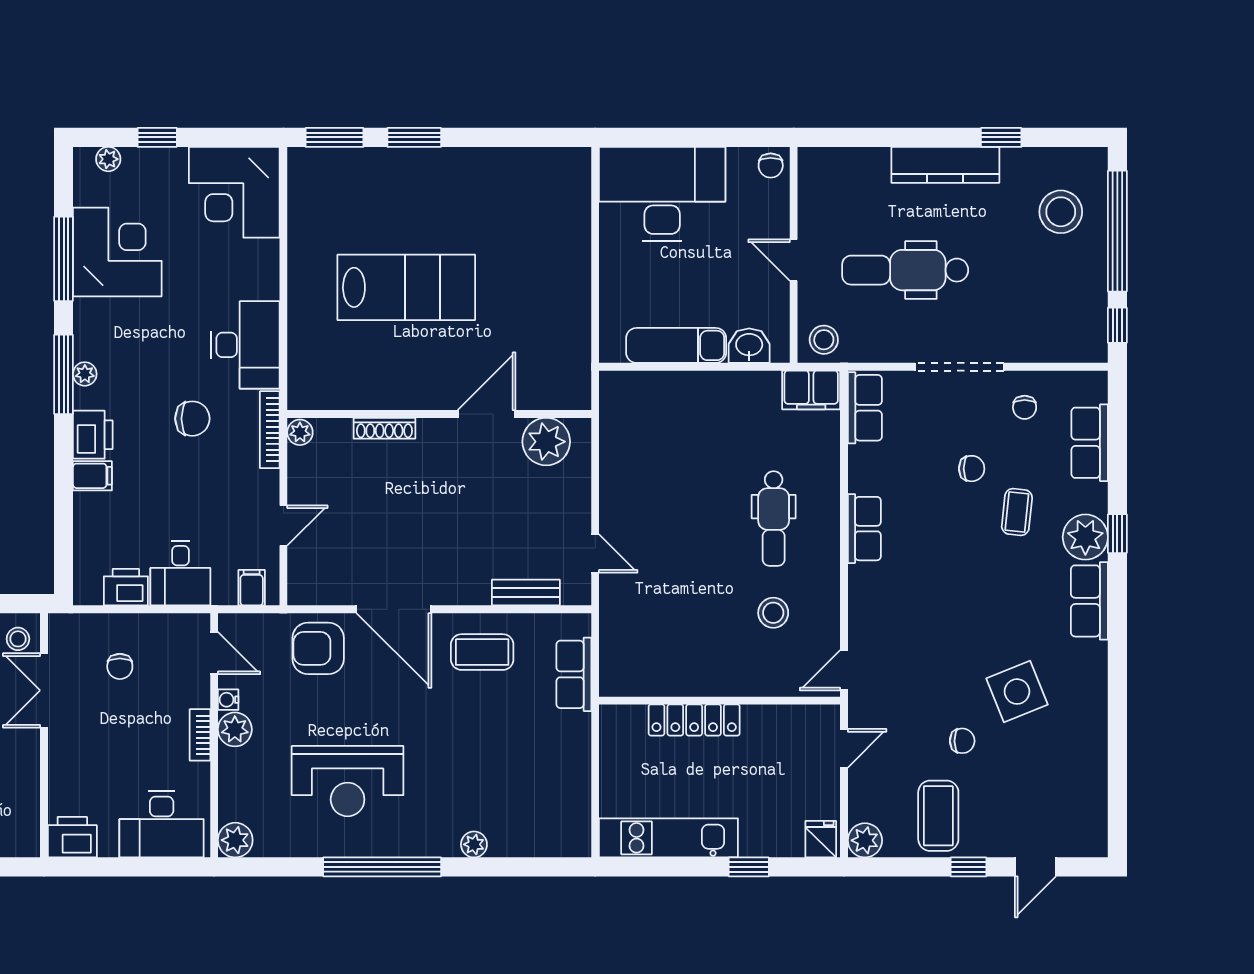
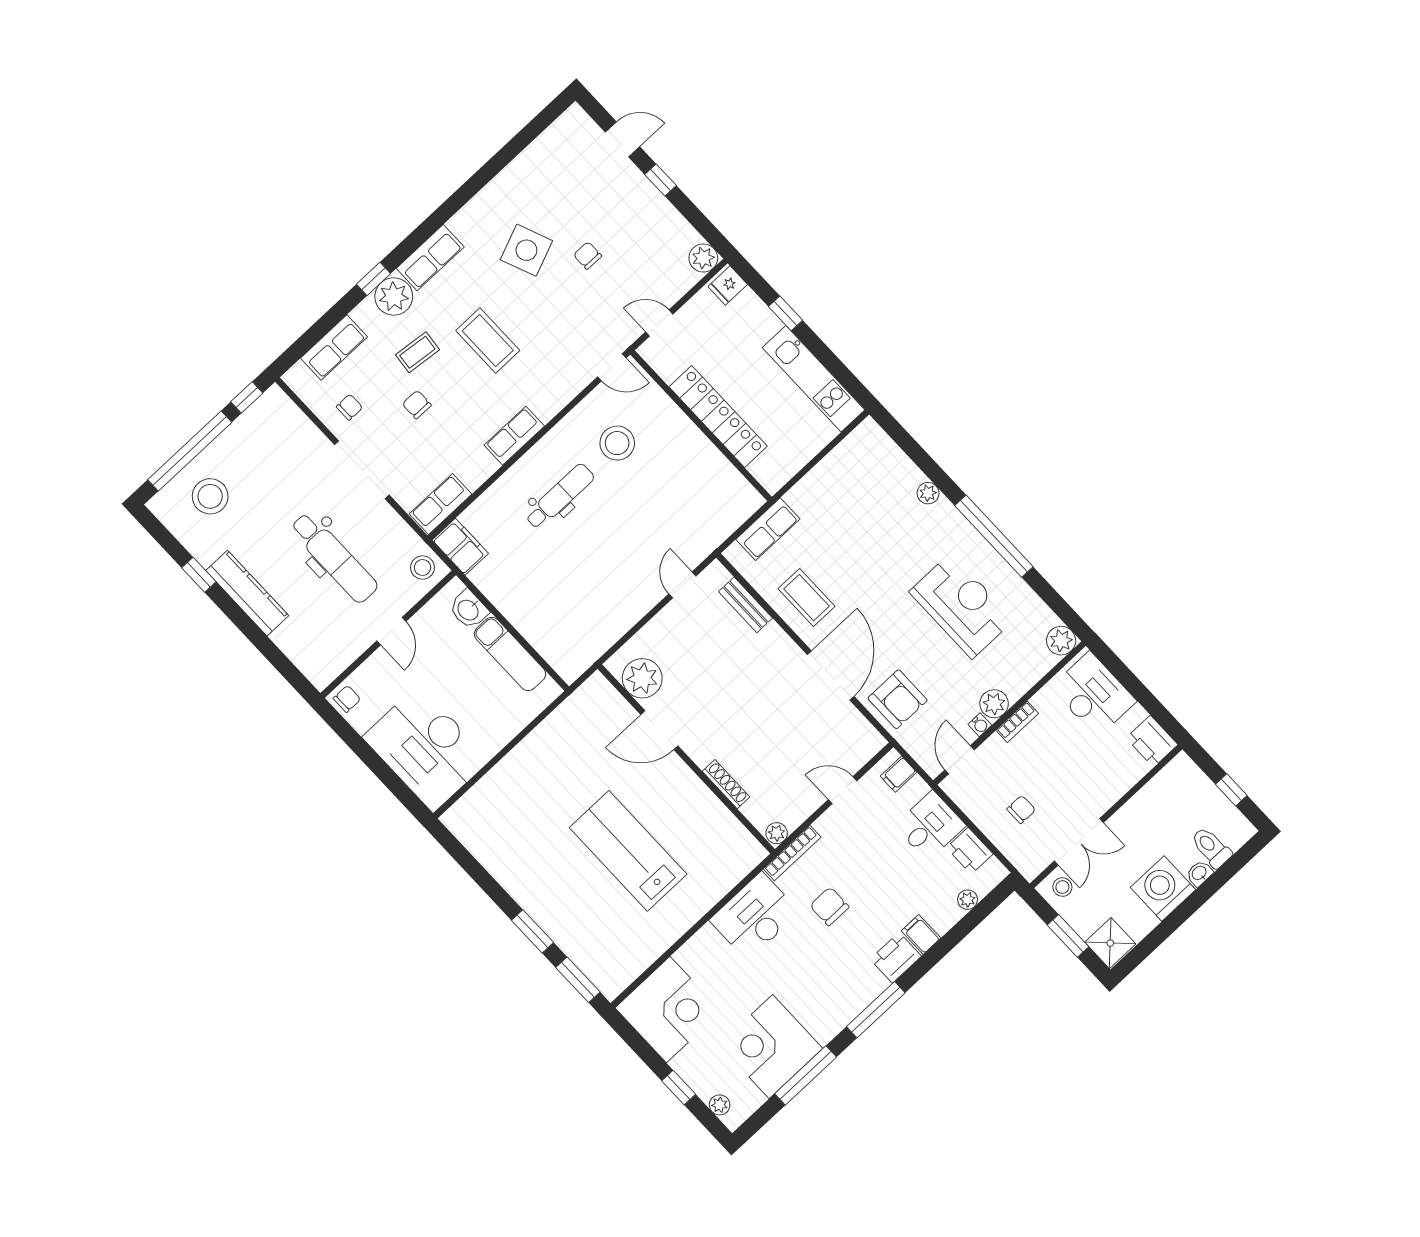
plant: (85, 374) -> (968, 900), moved
stool: (773, 613) -> (617, 443), width x1.38, depth x1.38
locker: (694, 720) -> (718, 416), width x1.41, depth x1.21
coffee table: (938, 816) -> (488, 341), moved, turned 90

